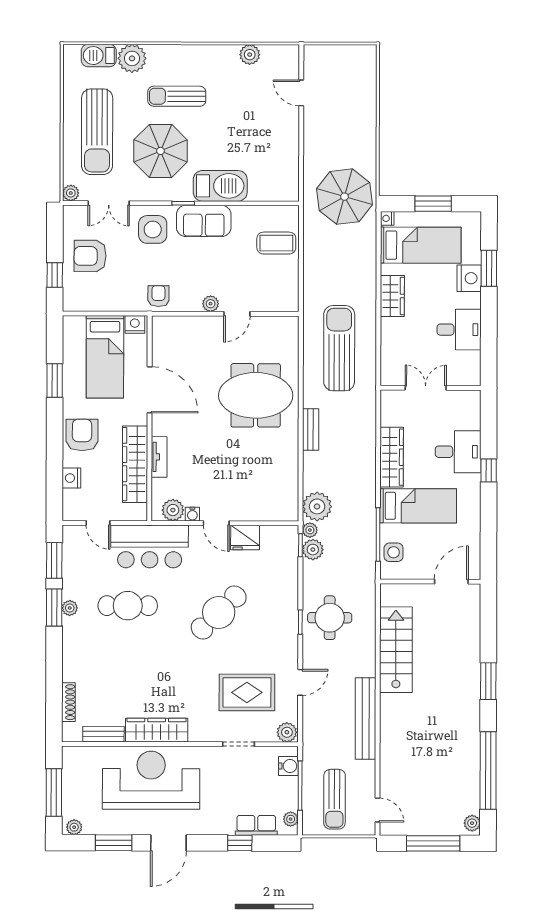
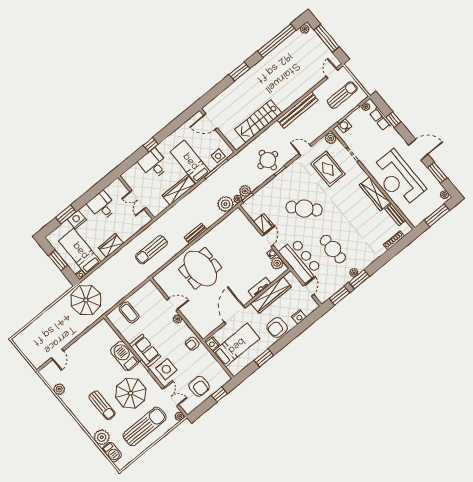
sun lounger: (339, 348) -> (151, 250), width x0.73, depth x0.75

